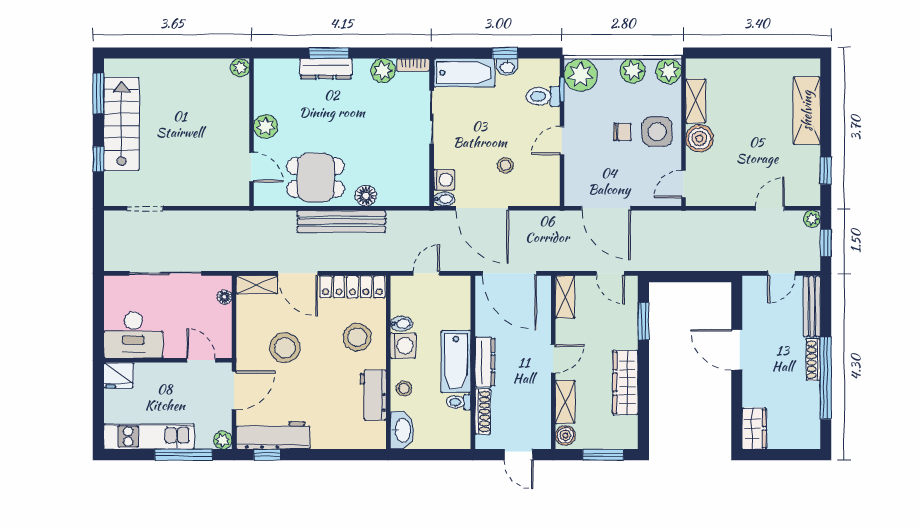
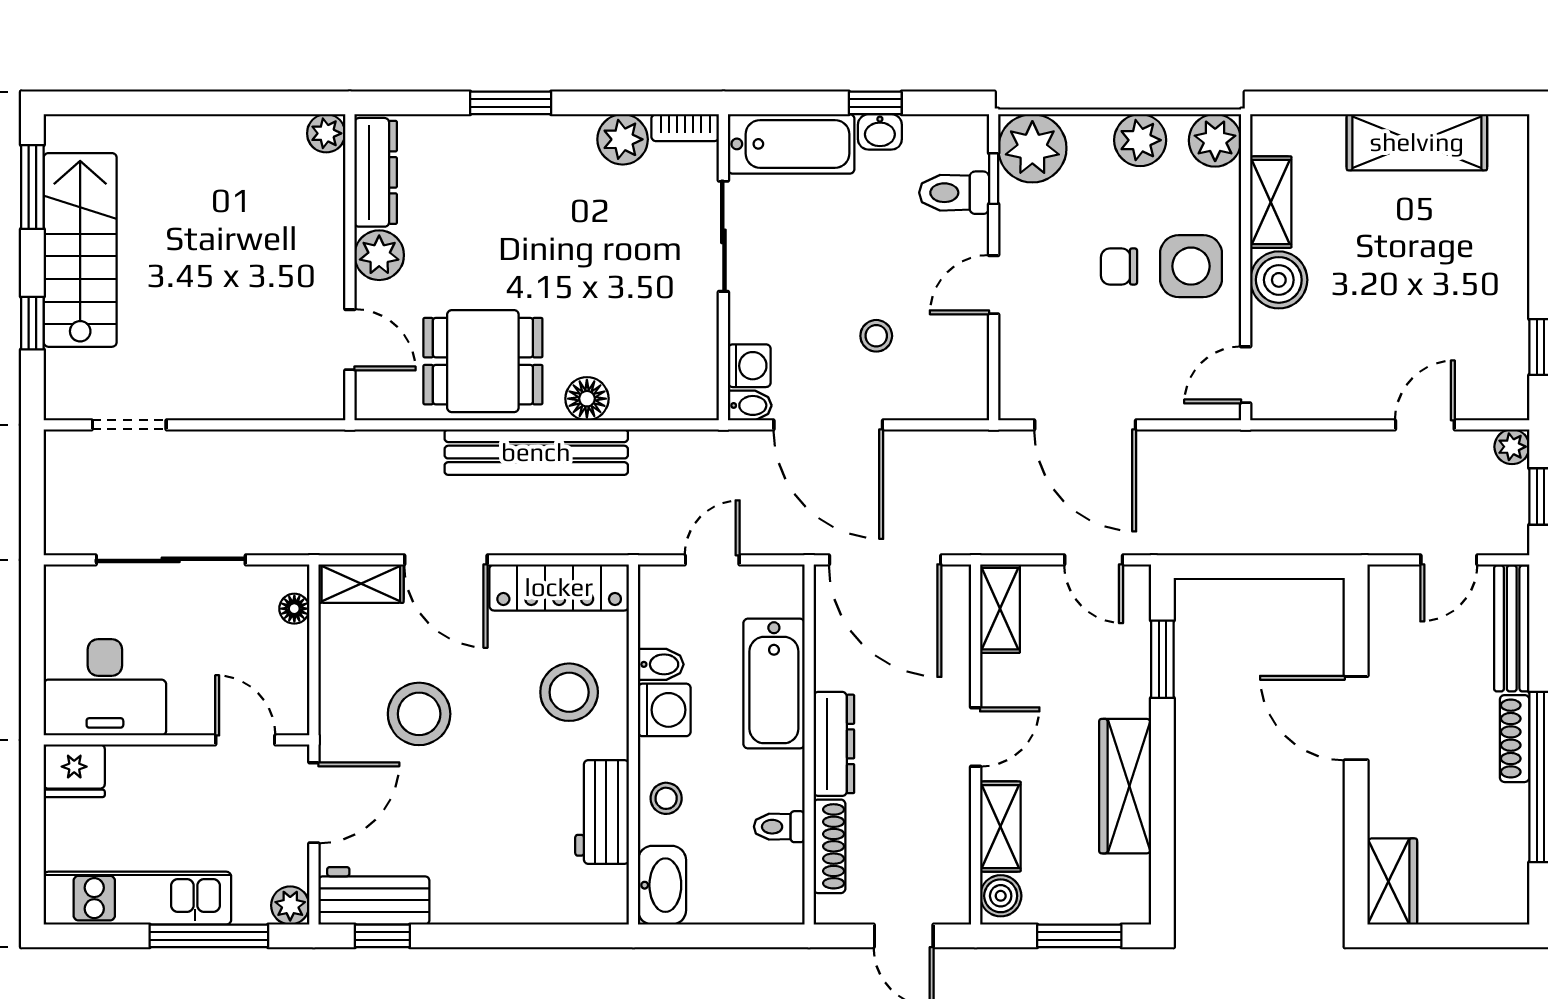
dresser: (326, 69) -> (376, 172), moved, turned -90
shelving: (807, 111) -> (1417, 142), moved, turned 90
chair: (622, 132) -> (1119, 266), turned 180
bathtub: (456, 362) -> (774, 684), moved
workbench: (273, 435) -> (374, 896), width x0.73

